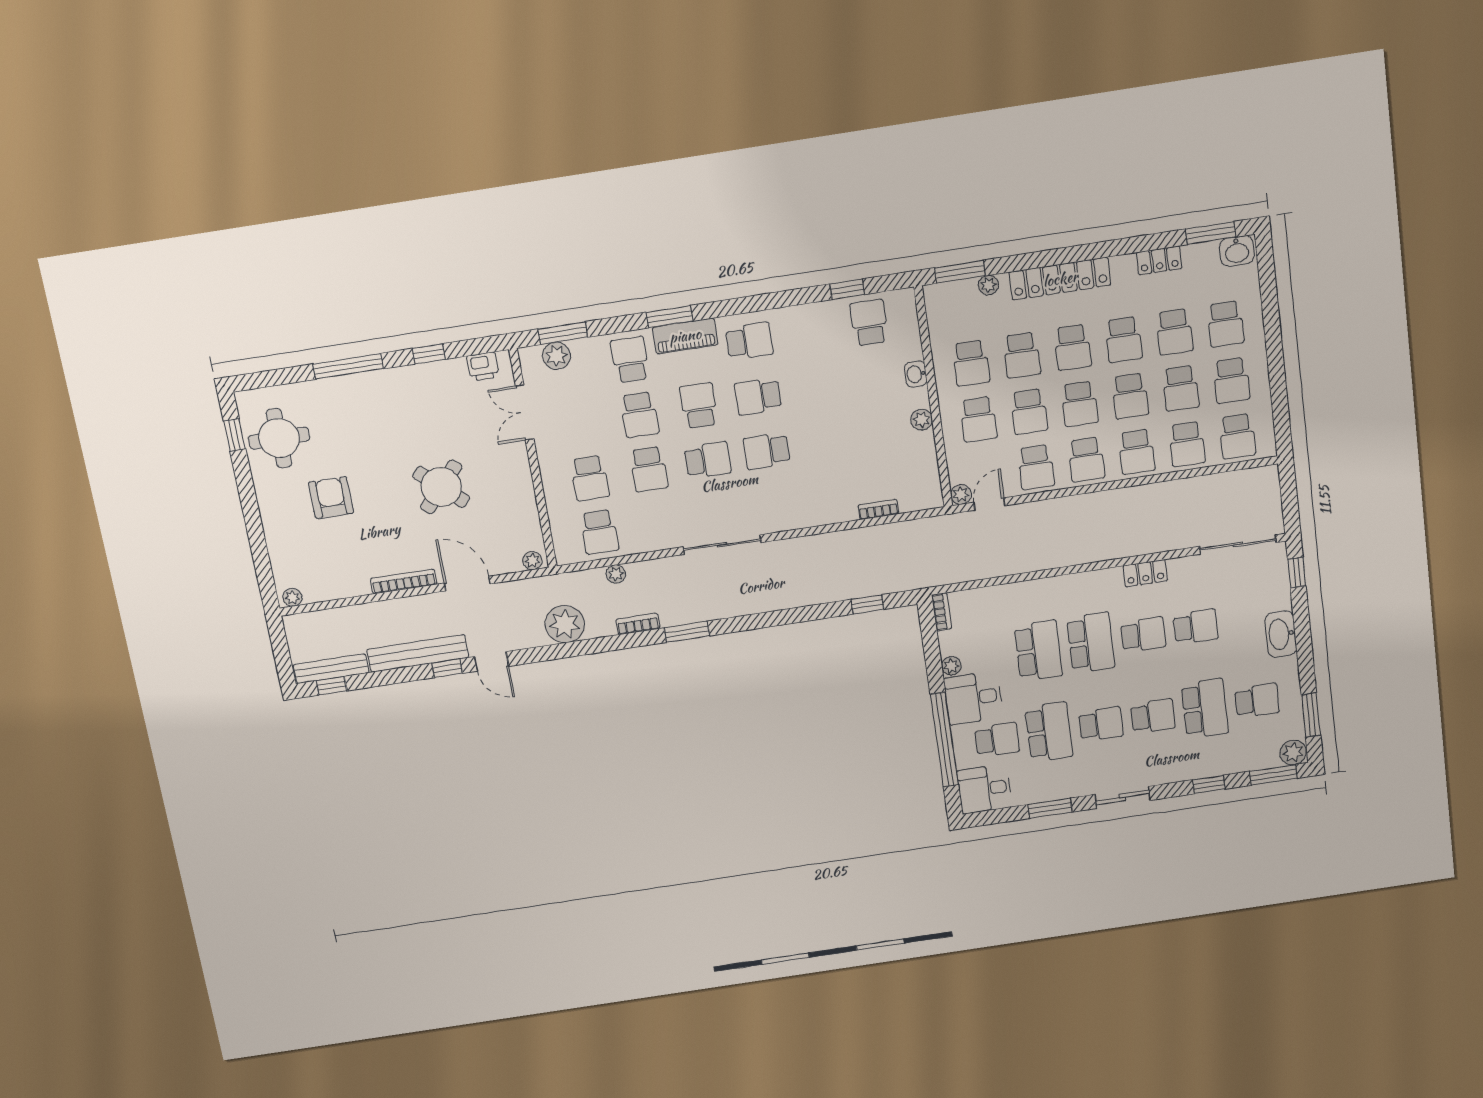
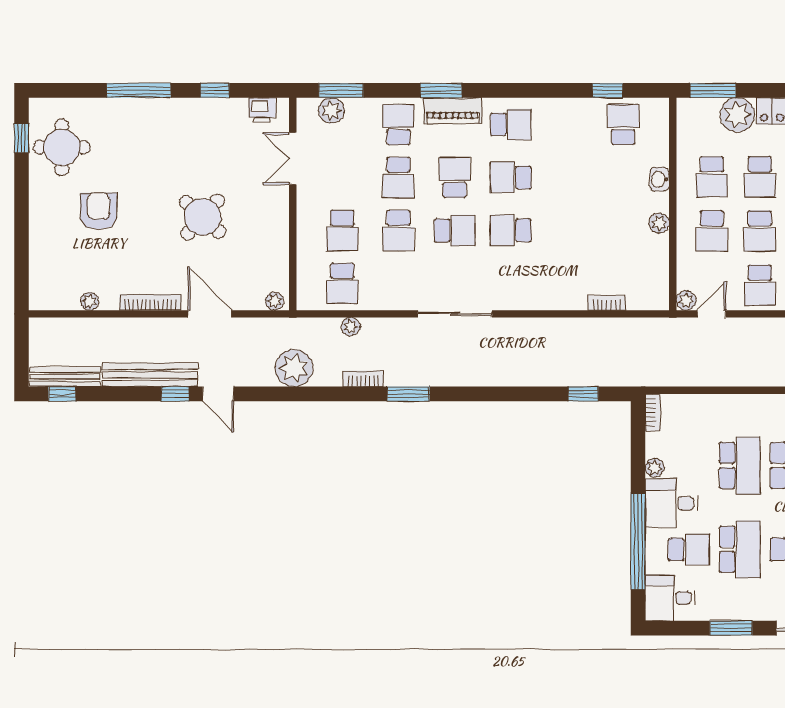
plant: (988, 285) -> (737, 115), width x1.87, depth x1.87
plant: (292, 597) -> (90, 301), moved

